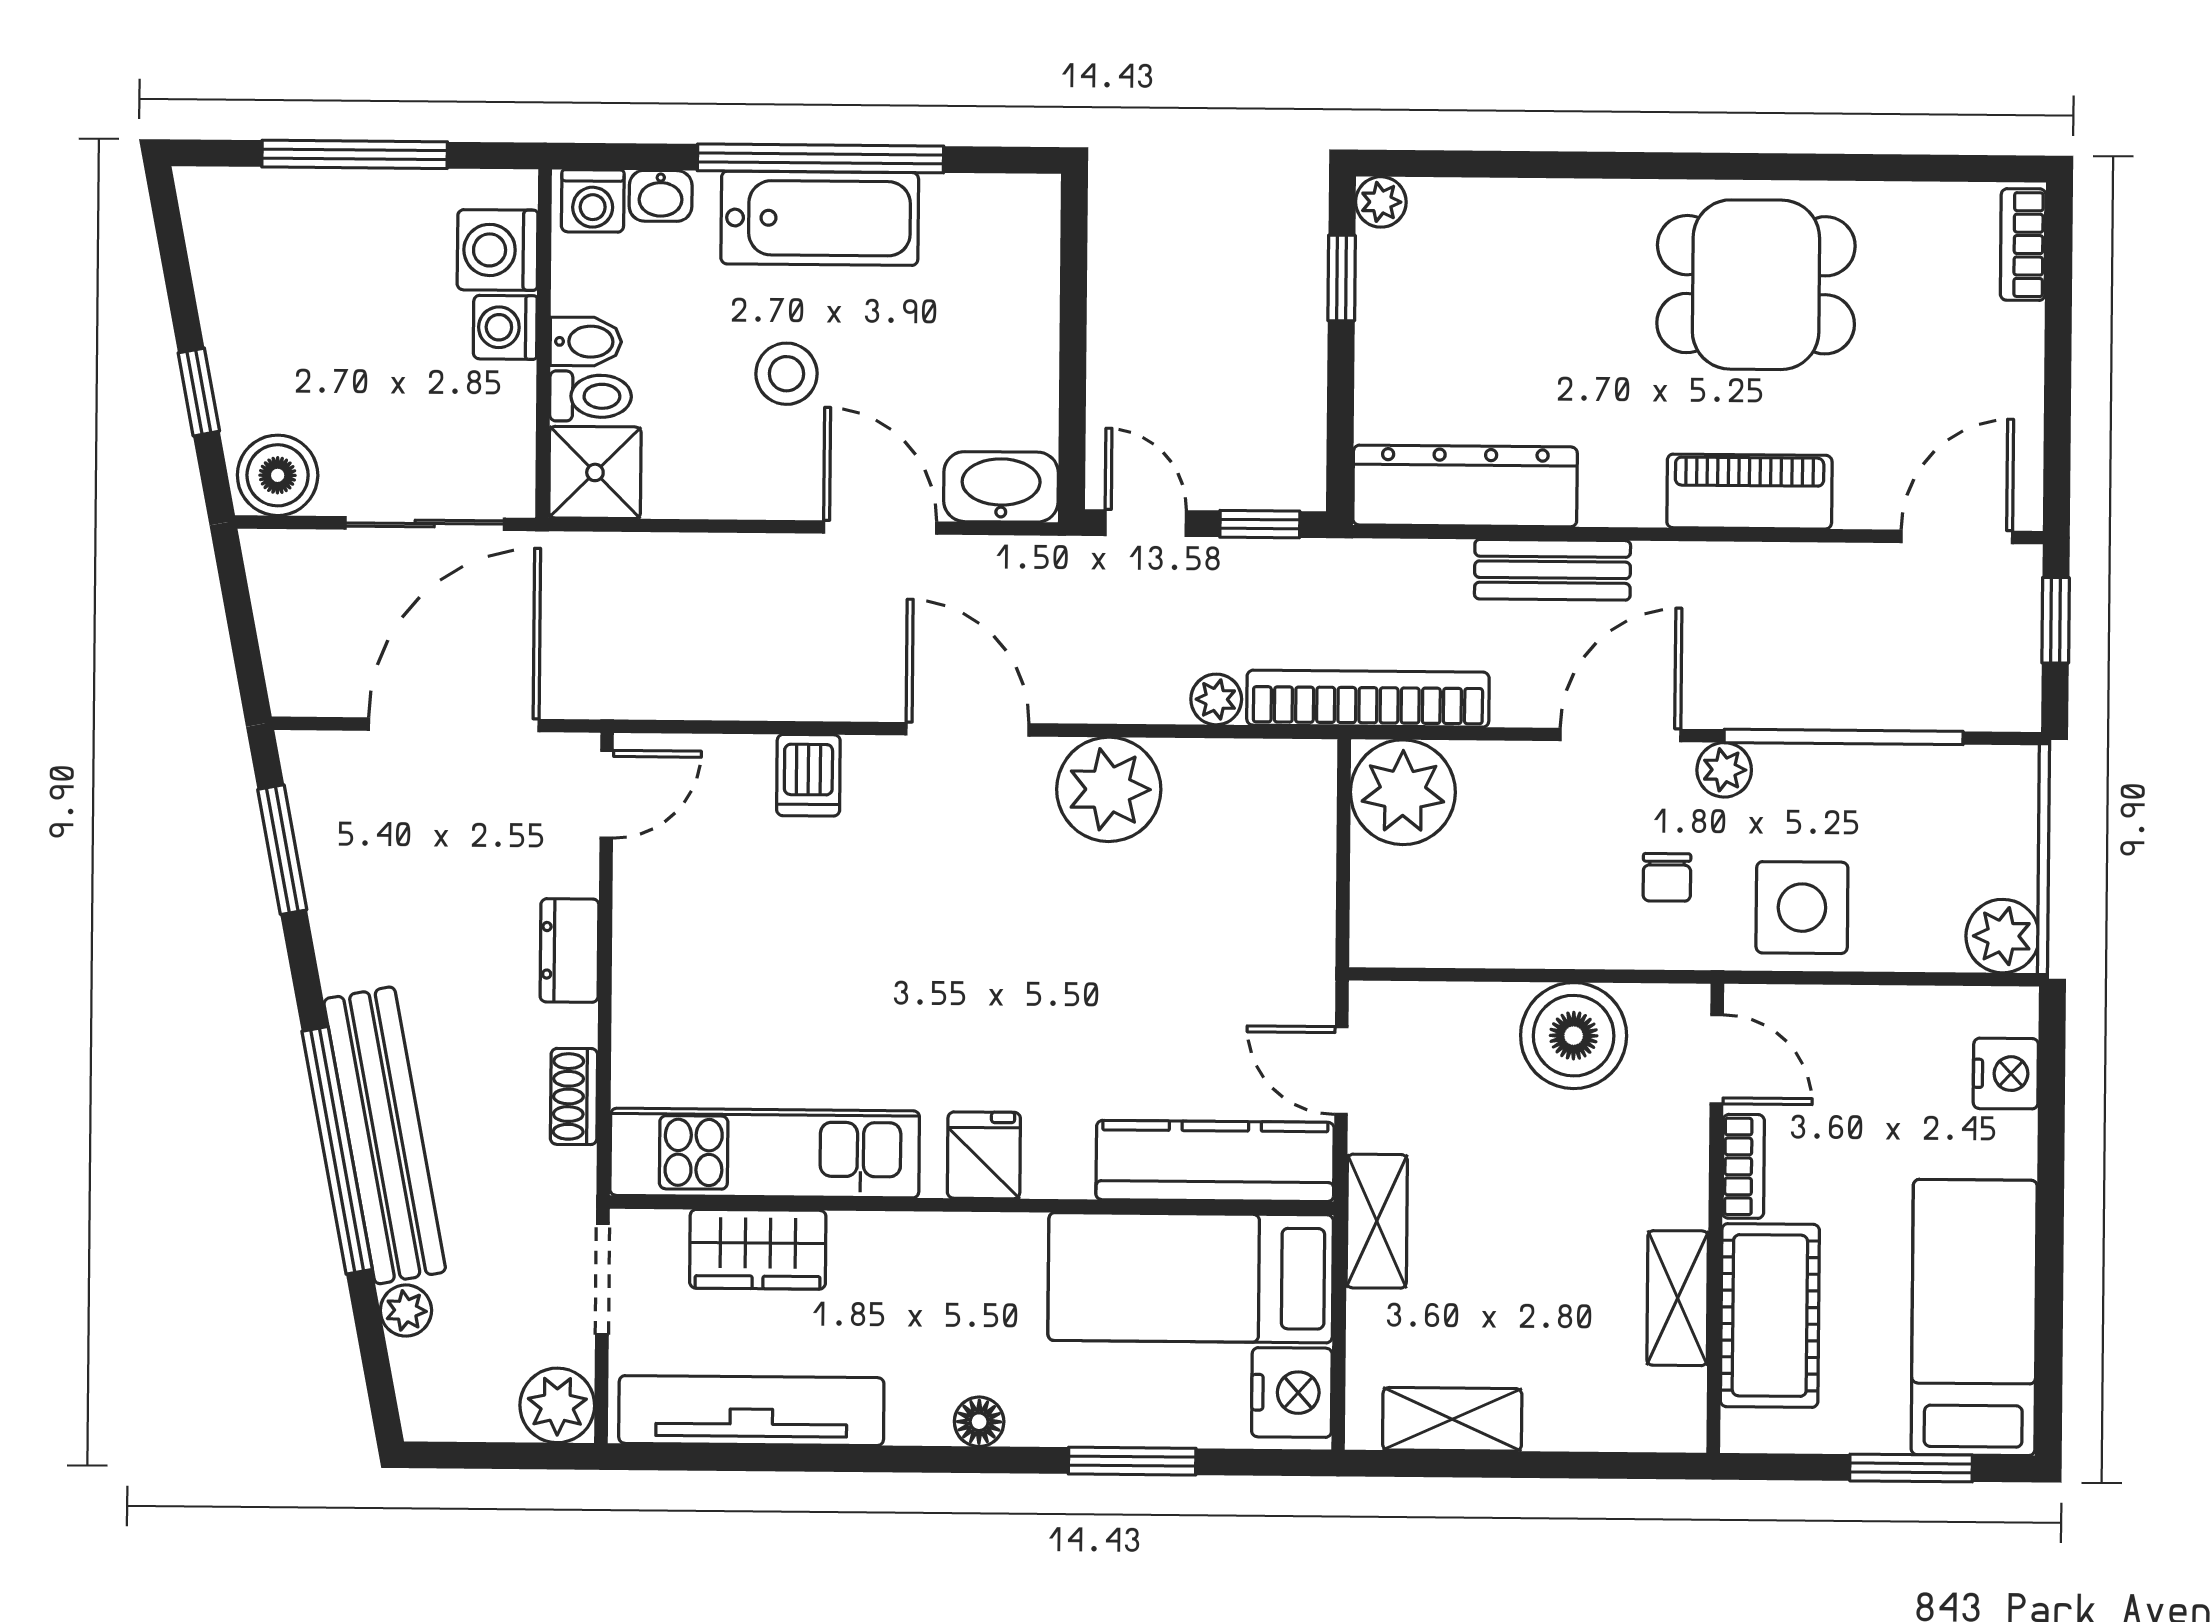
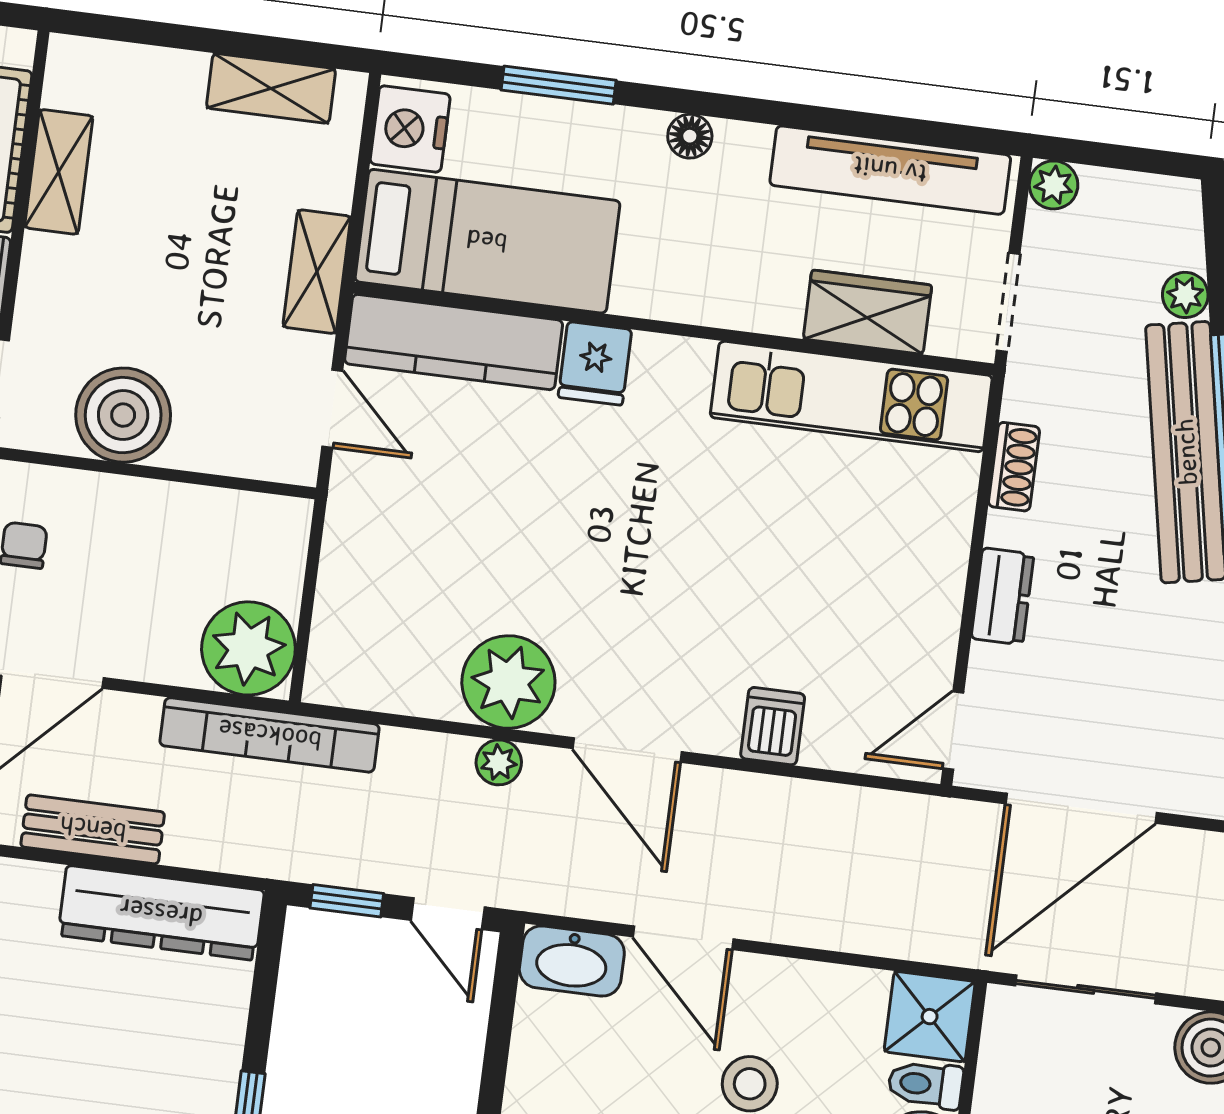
plant: (1216, 699) -> (499, 762), moved
fridge: (984, 1155) -> (595, 363), moved
plant: (557, 1405) -> (1054, 185), width x0.73, depth x0.73

